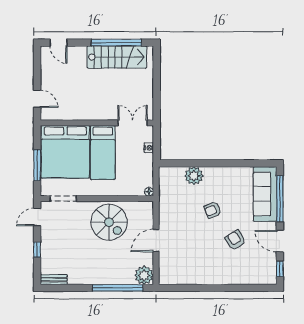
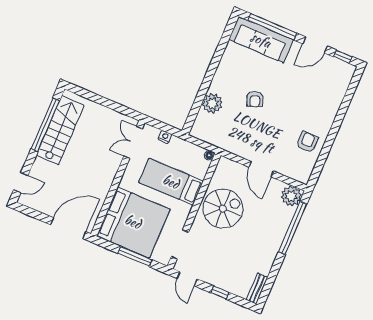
door: (37, 99) -> (68, 228), width x1.87
bed: (103, 152) -> (171, 182), moved, turned 180
armchair: (235, 240) -> (307, 142), moved, turned 123

